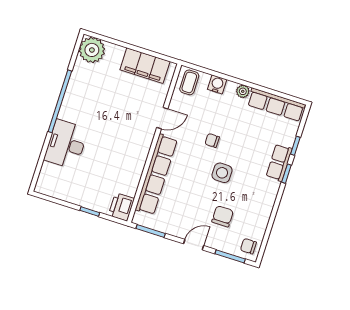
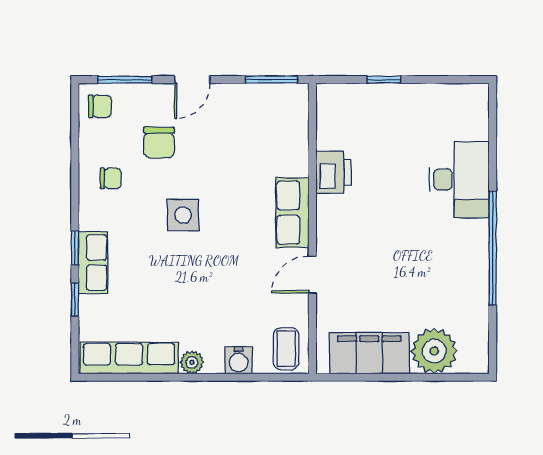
plant: (92, 50) -> (434, 351), moved
chair: (212, 140) -> (111, 178), moved
row of seats: (156, 174) -> (292, 213), width x0.50
printer: (121, 207) -> (333, 172), moved

